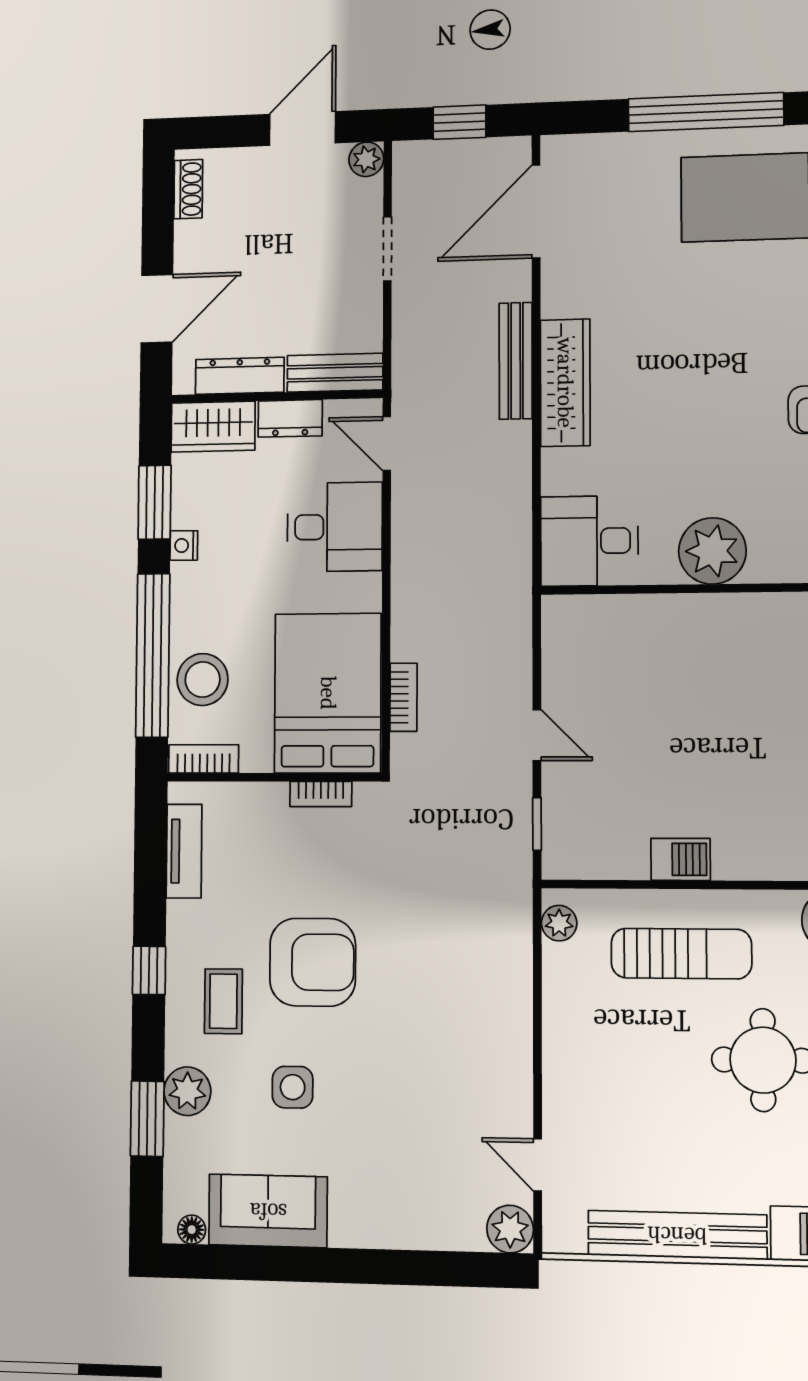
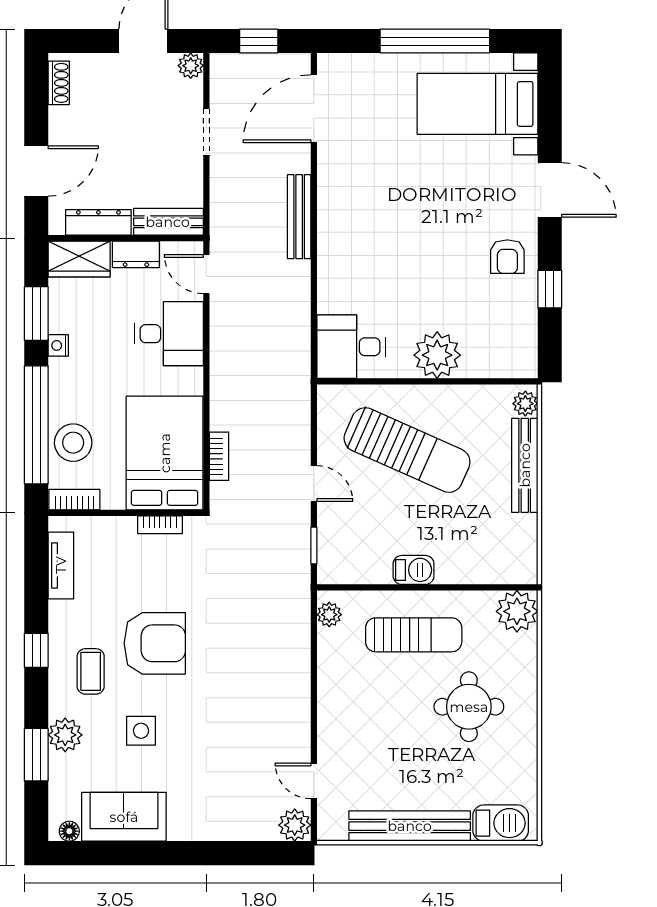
wardrobe: (565, 383) -> (334, 233), removed
sun lounger: (670, 687) -> (407, 450), added

